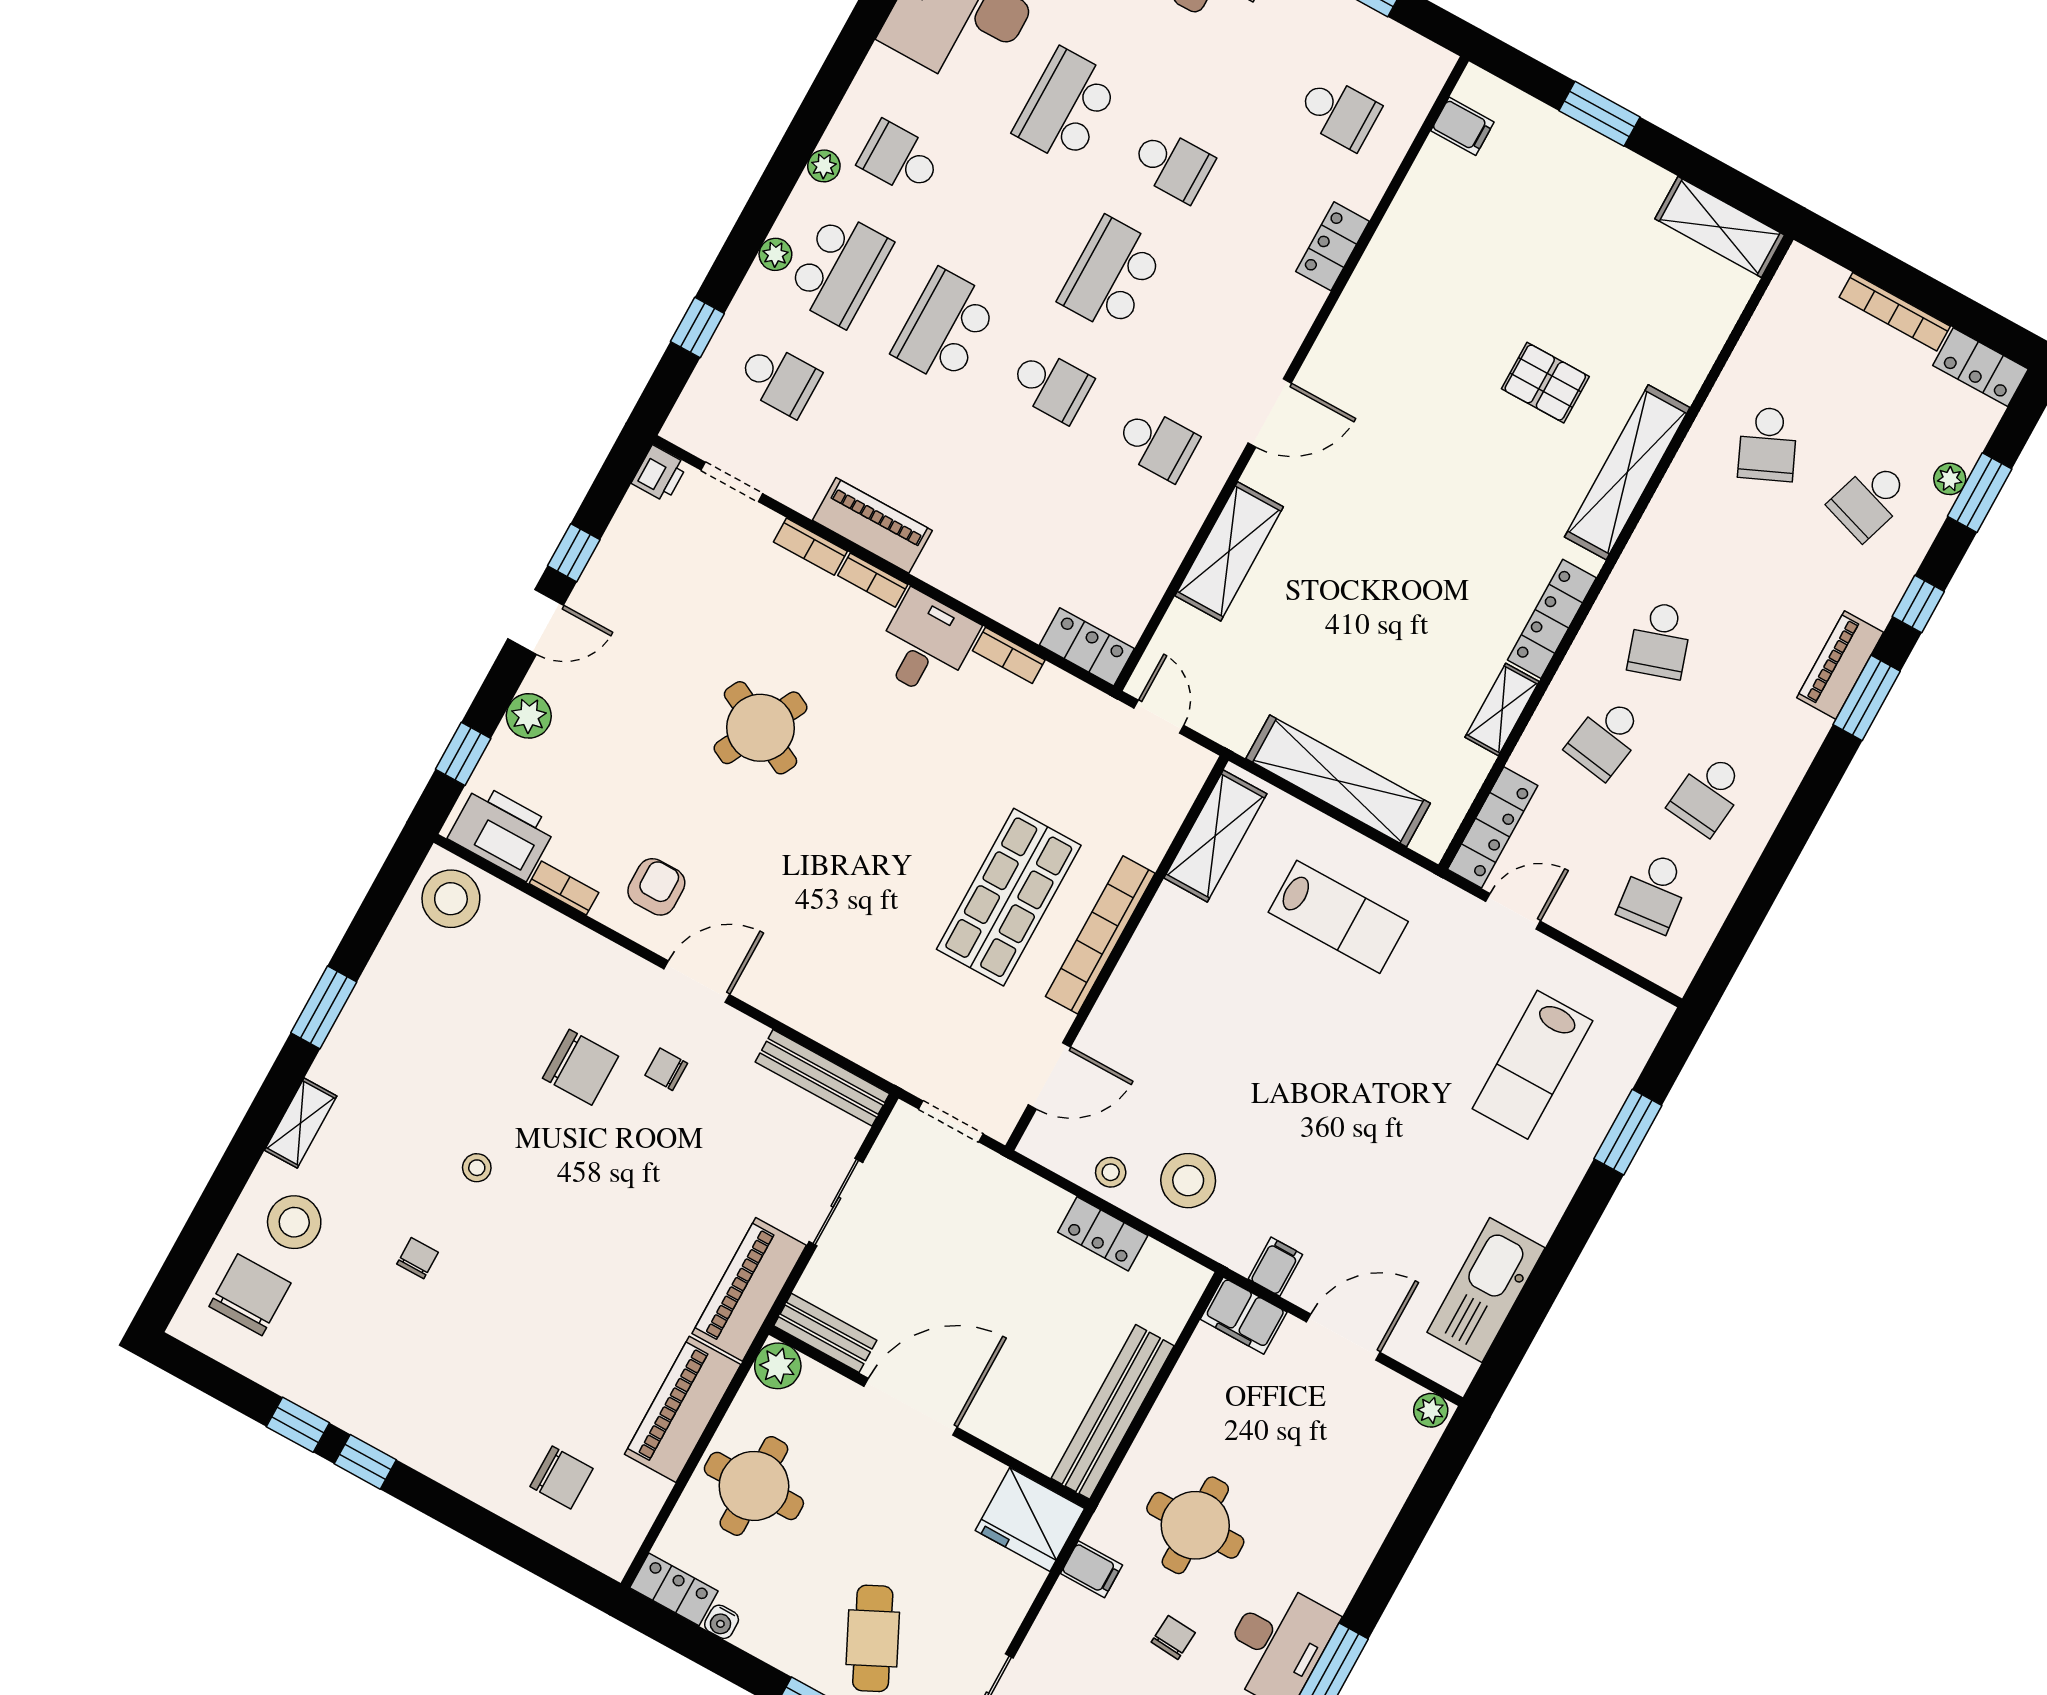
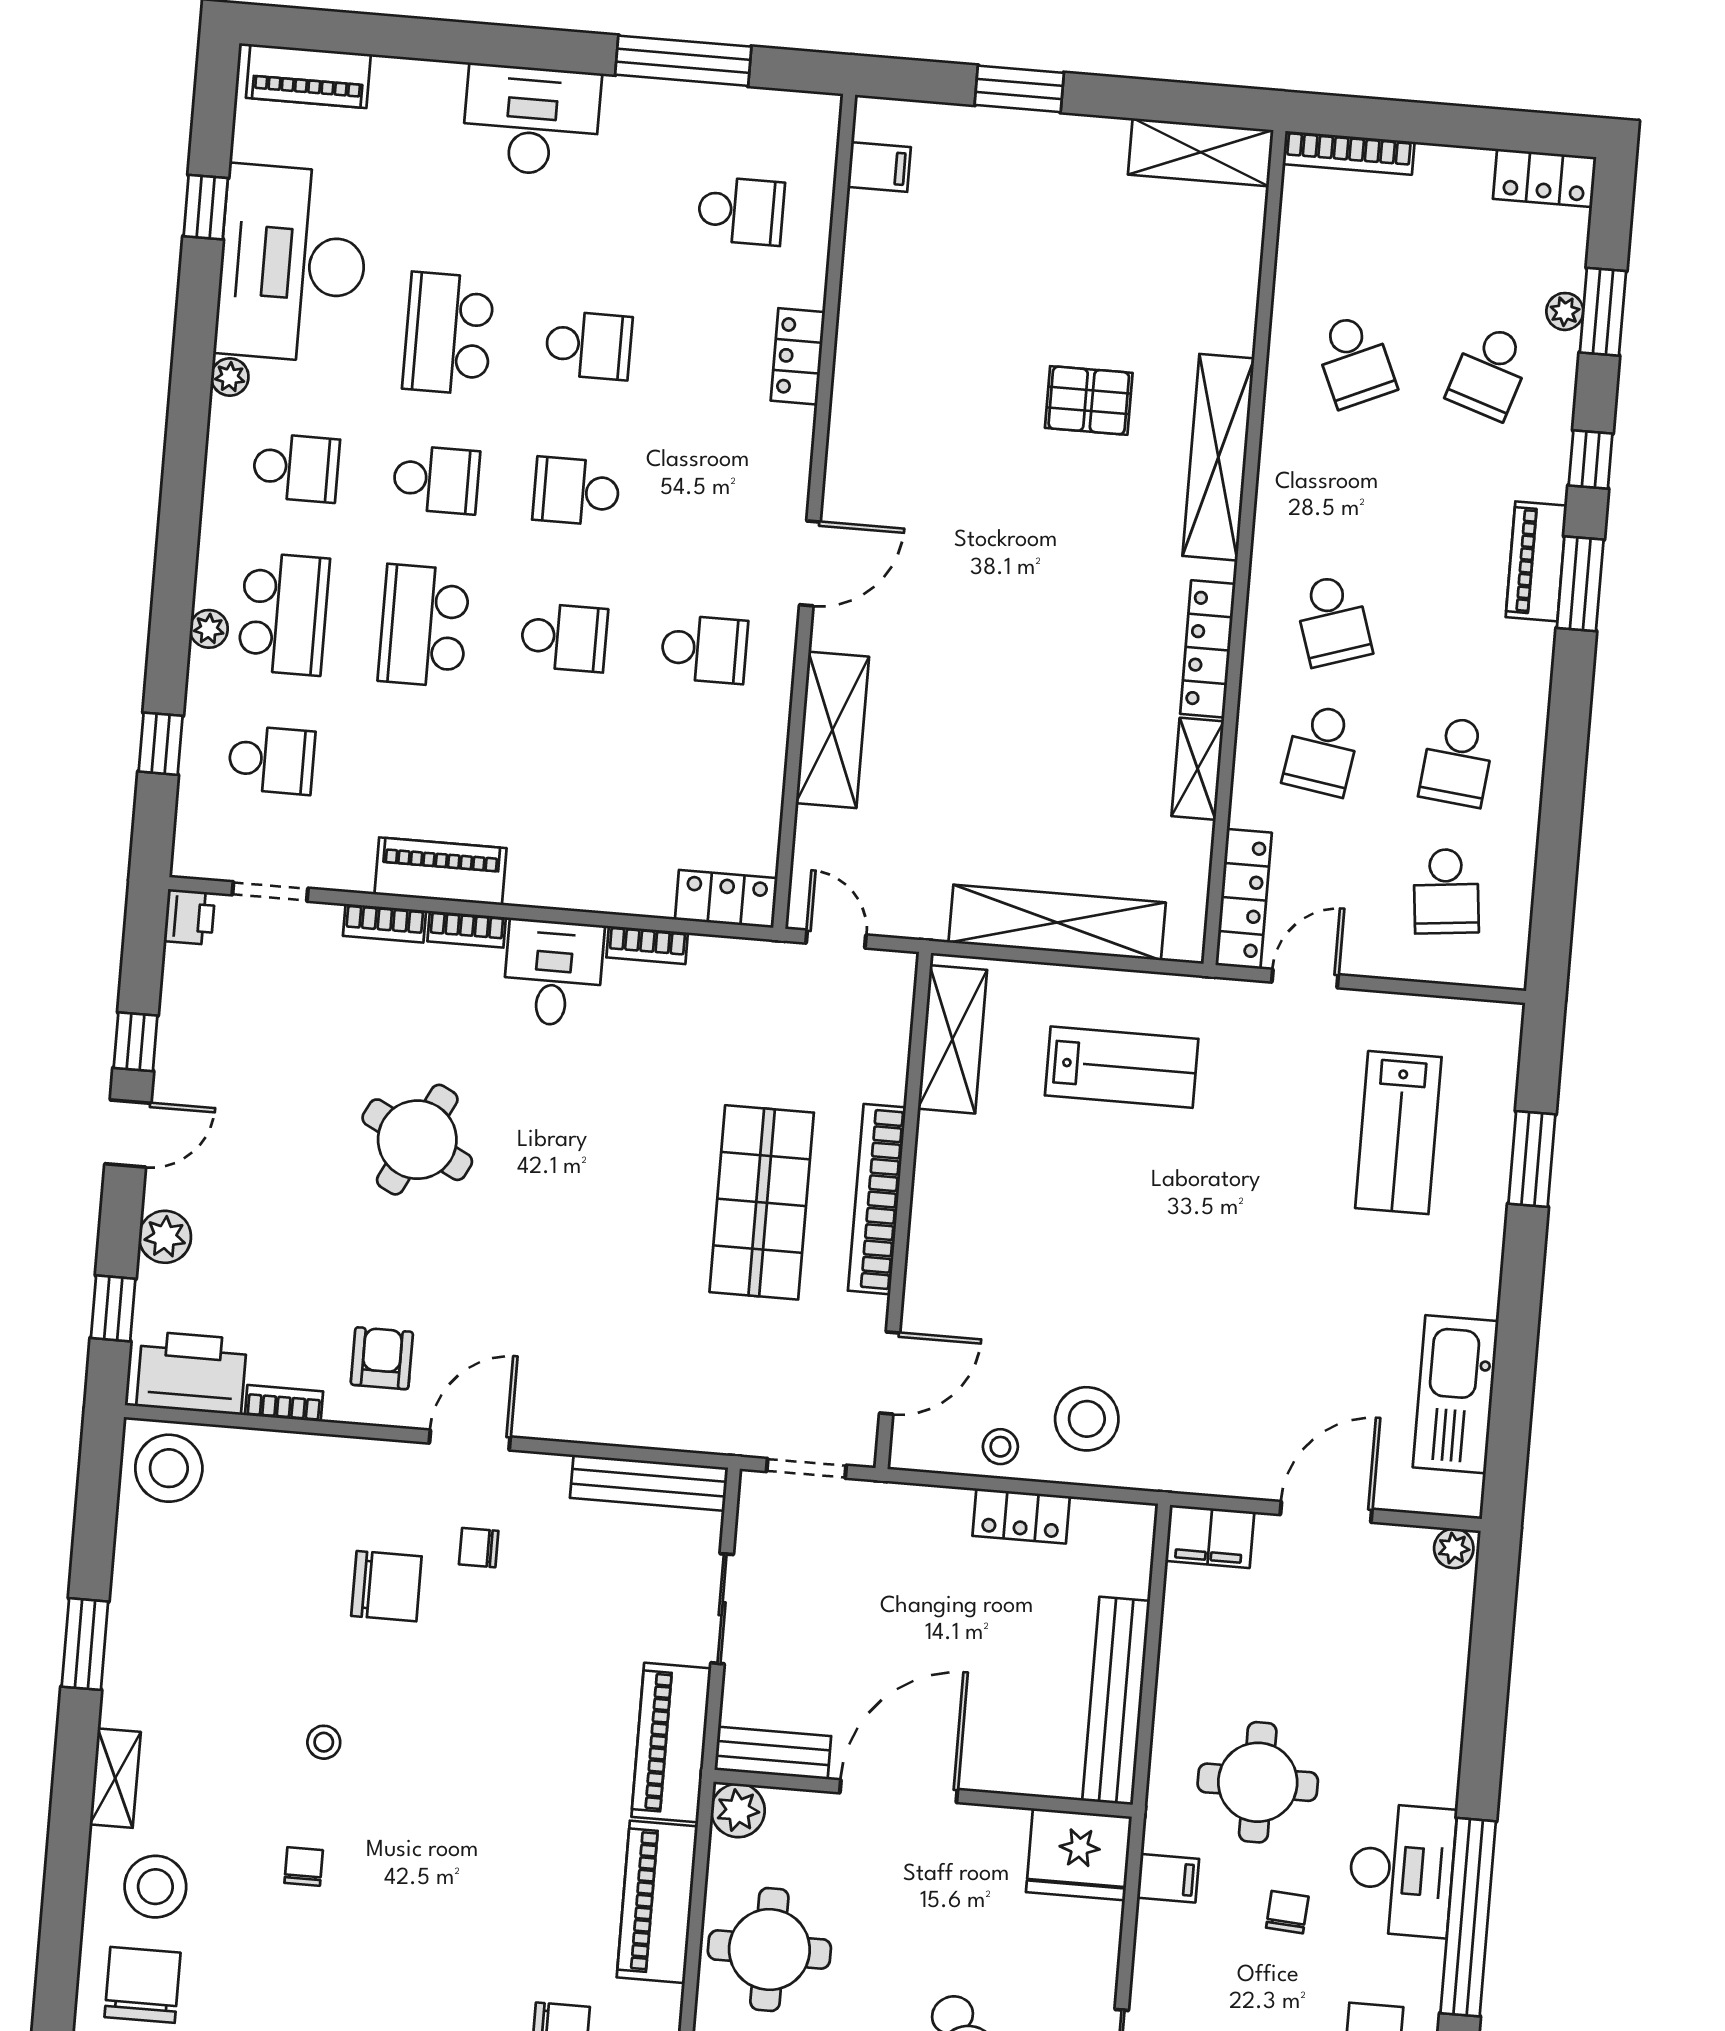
school desk: (900, 159) -> (296, 468), turned 180
plant: (824, 166) -> (230, 377), moved
school desk: (1006, 217) -> (436, 480), added
school desk: (1112, 275) -> (576, 491), width x0.54
bookcase: (1895, 312) -> (1349, 153), moved
filing cabinet: (1275, 1267) -> (1220, 1469), removed

